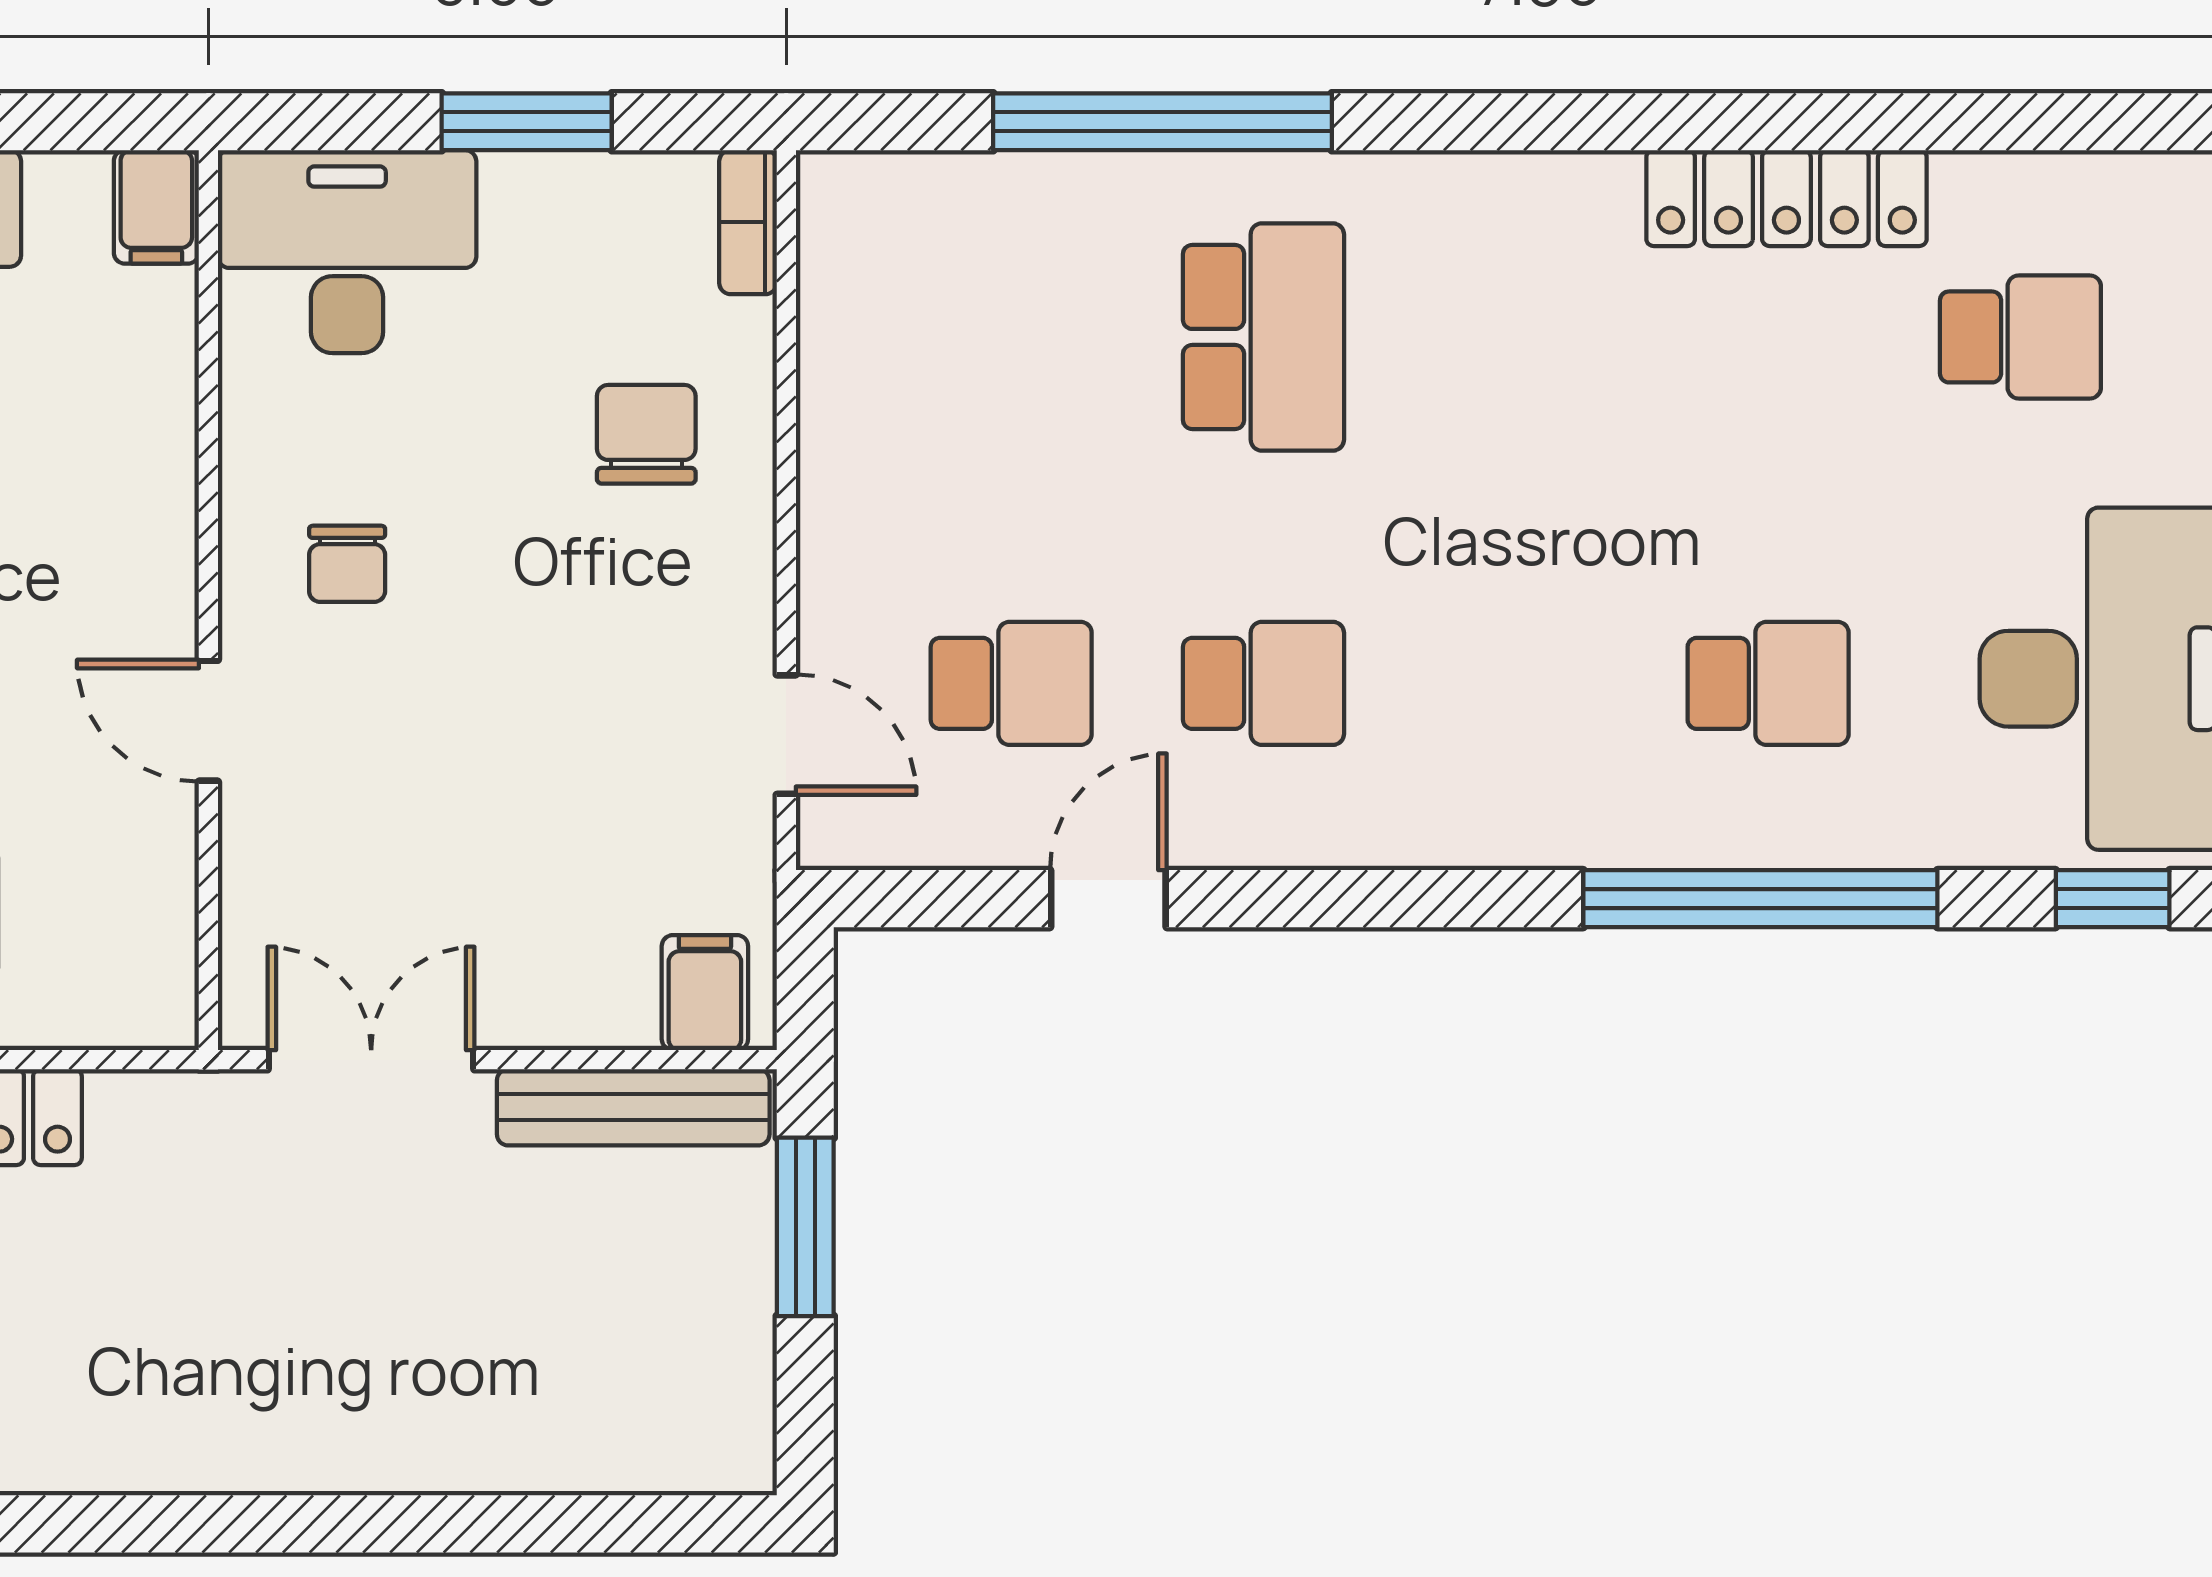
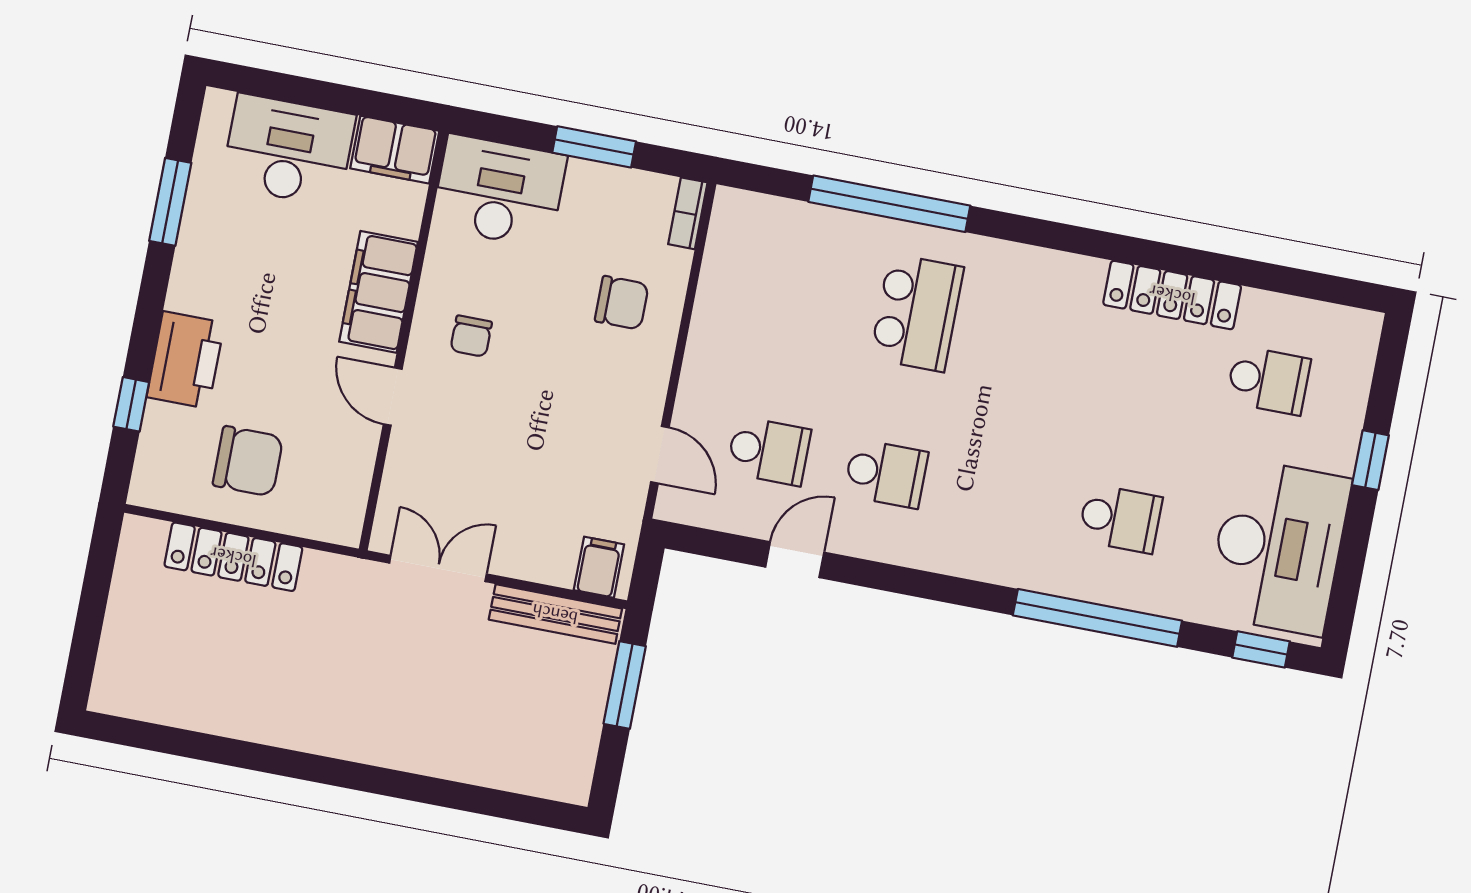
filing cabinet: (156, 207) -> (395, 150), width x2.00
chair: (646, 434) -> (622, 303), turned 90
filing cabinet: (137, 509) -> (379, 292), added

